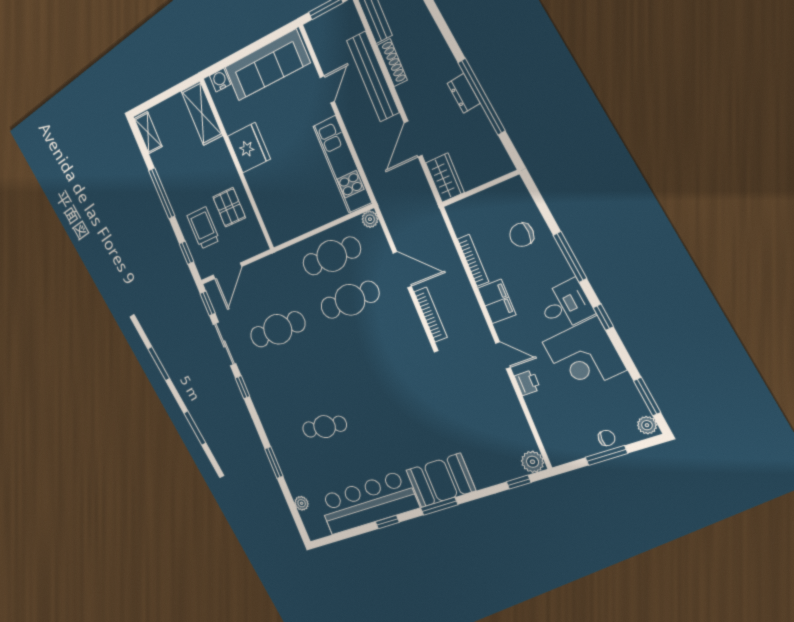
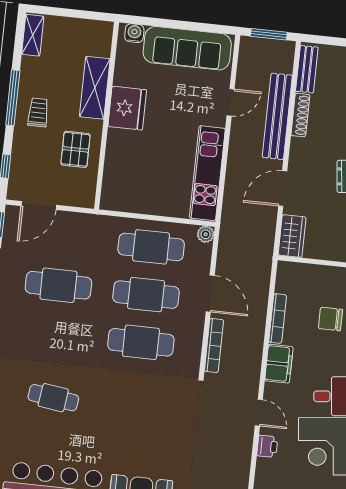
shelving: (202, 113) -> (95, 88), moved
trolley: (203, 228) -> (38, 112), moved, width x0.73, depth x0.72
cafe table: (368, 344) -> (141, 342), added

